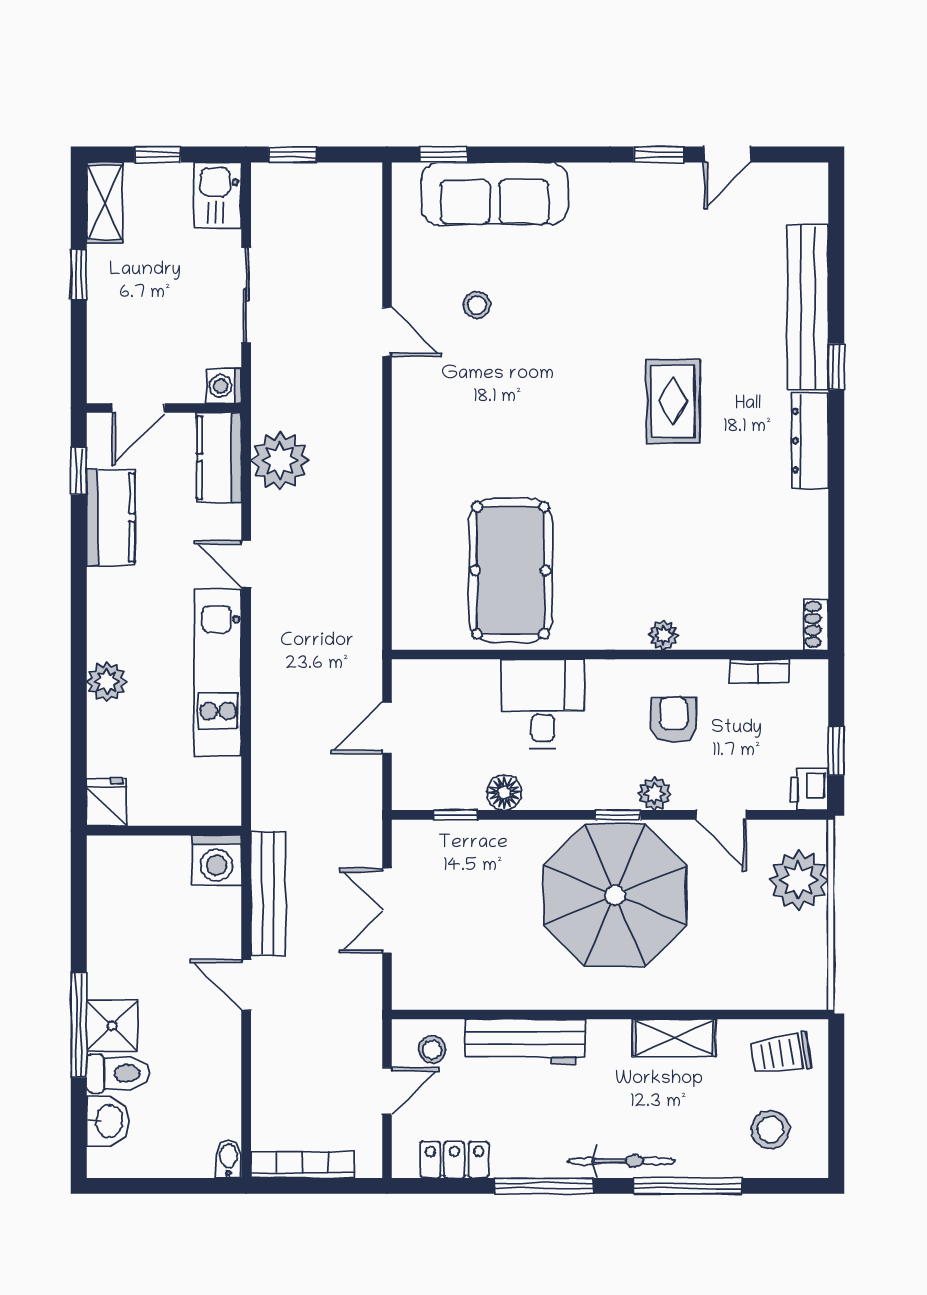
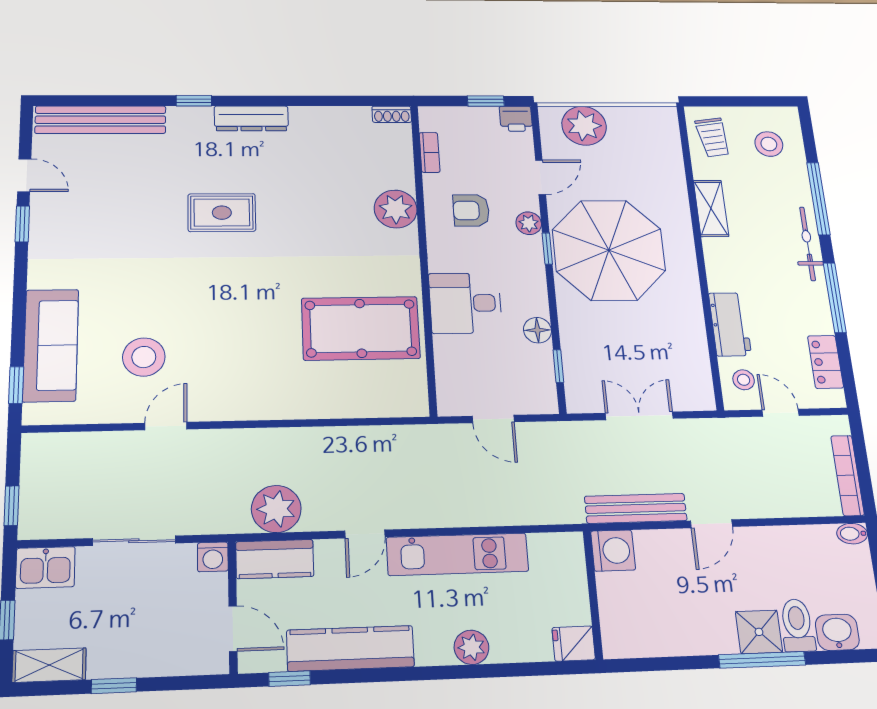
stool: (477, 305) -> (144, 357), width x1.89, depth x1.89
bench: (808, 308) -> (101, 120), moved
kitchen counter: (111, 517) -> (350, 648), width x1.50
plant: (664, 635) -> (396, 209), width x1.88, depth x1.88
double door: (387, 911) -> (639, 416), swing flipped
workbench: (525, 1042) -> (730, 324), width x0.73

